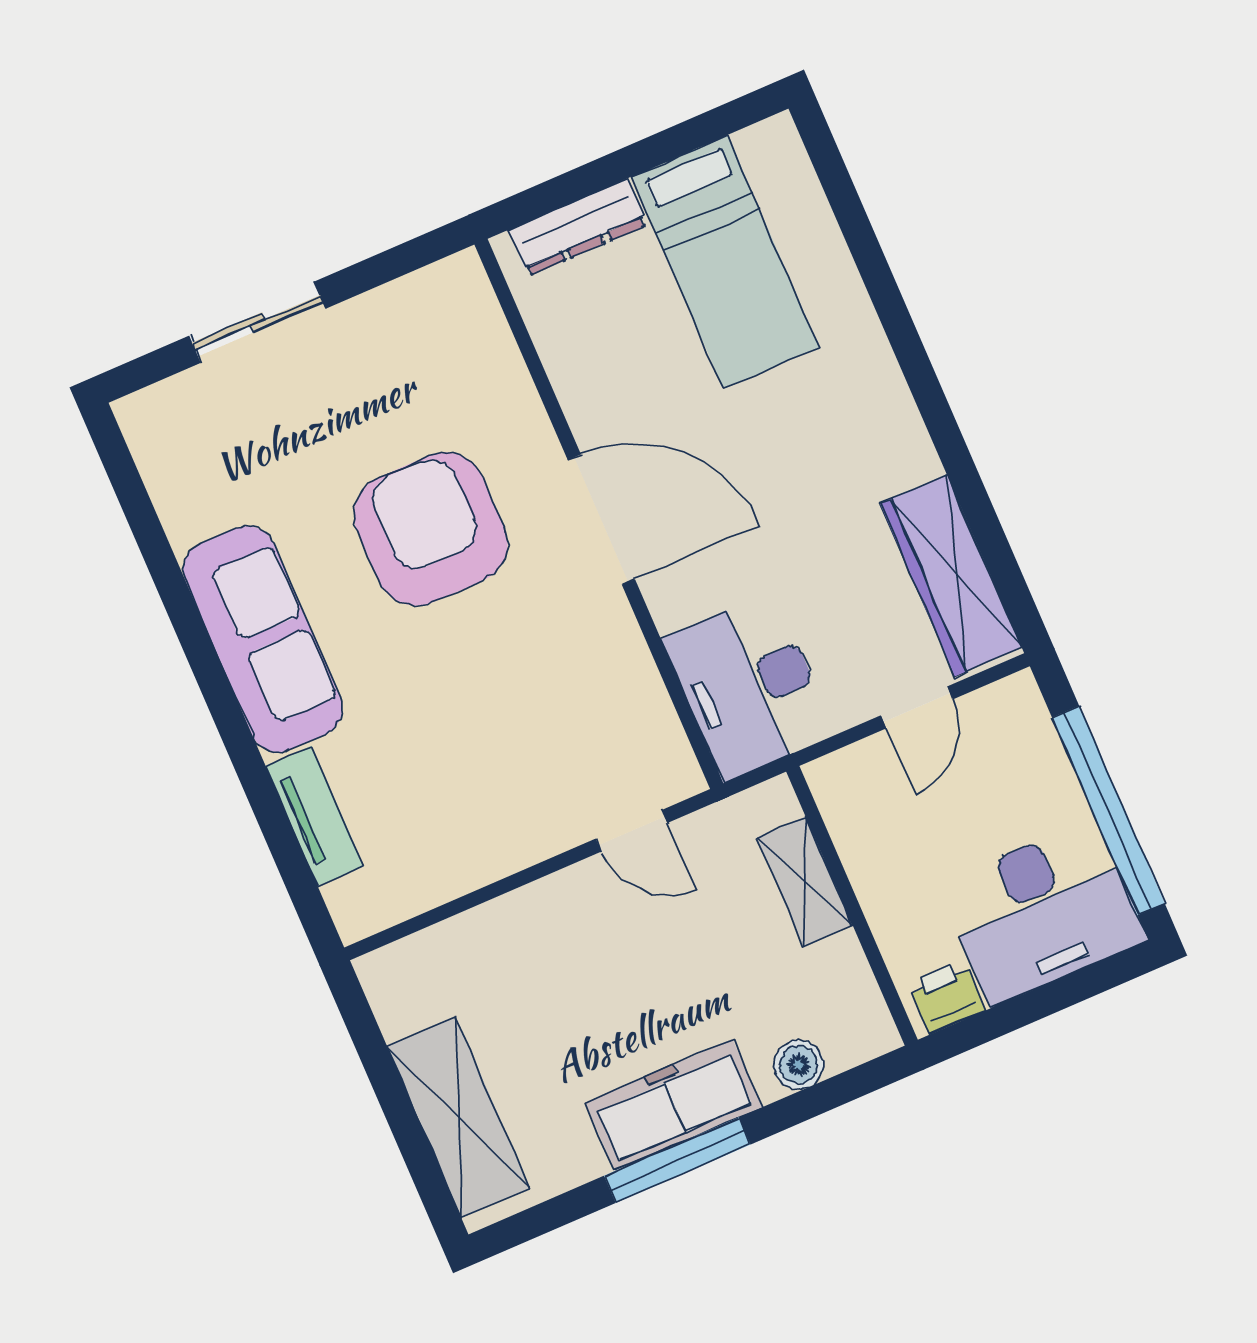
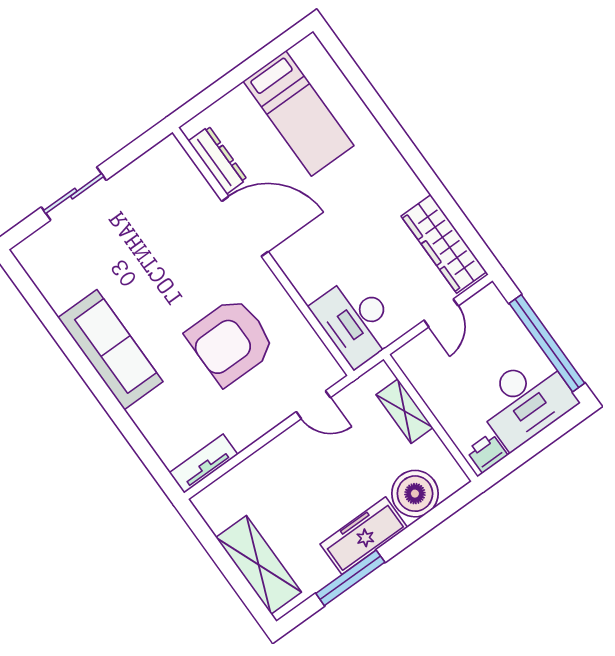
dresser: (578, 227) -> (218, 160), moved, turned -90
door: (601, 520) -> (245, 226), moved
armchair: (431, 529) -> (231, 341), moved, turned -90
tv unit: (315, 816) -> (204, 464), moved, turned -90
boiler: (799, 1065) -> (415, 494), width x1.86, depth x1.86
window: (677, 1160) -> (350, 578), moved

